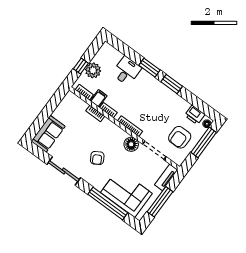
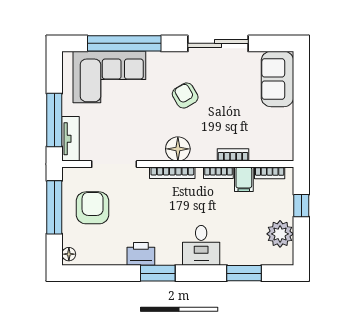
window: (149, 68) -> (244, 273), moved
plant: (93, 70) -> (280, 234), moved
desk: (127, 71) -> (201, 245), moved
printer: (195, 115) -> (141, 254), moved
window: (204, 142) -> (54, 207), moved
floor lamp: (131, 144) -> (178, 149), moved
window: (160, 202) -> (54, 120), moved

